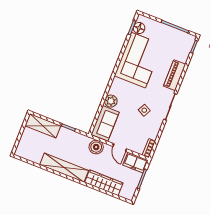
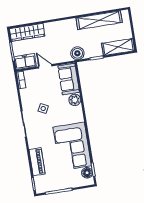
piano: (175, 75) -> (37, 162), moved
boiler: (96, 147) -> (77, 53), moved
shelving: (64, 168) -> (99, 20), moved
wardrobe: (104, 183) -> (27, 32), moved

